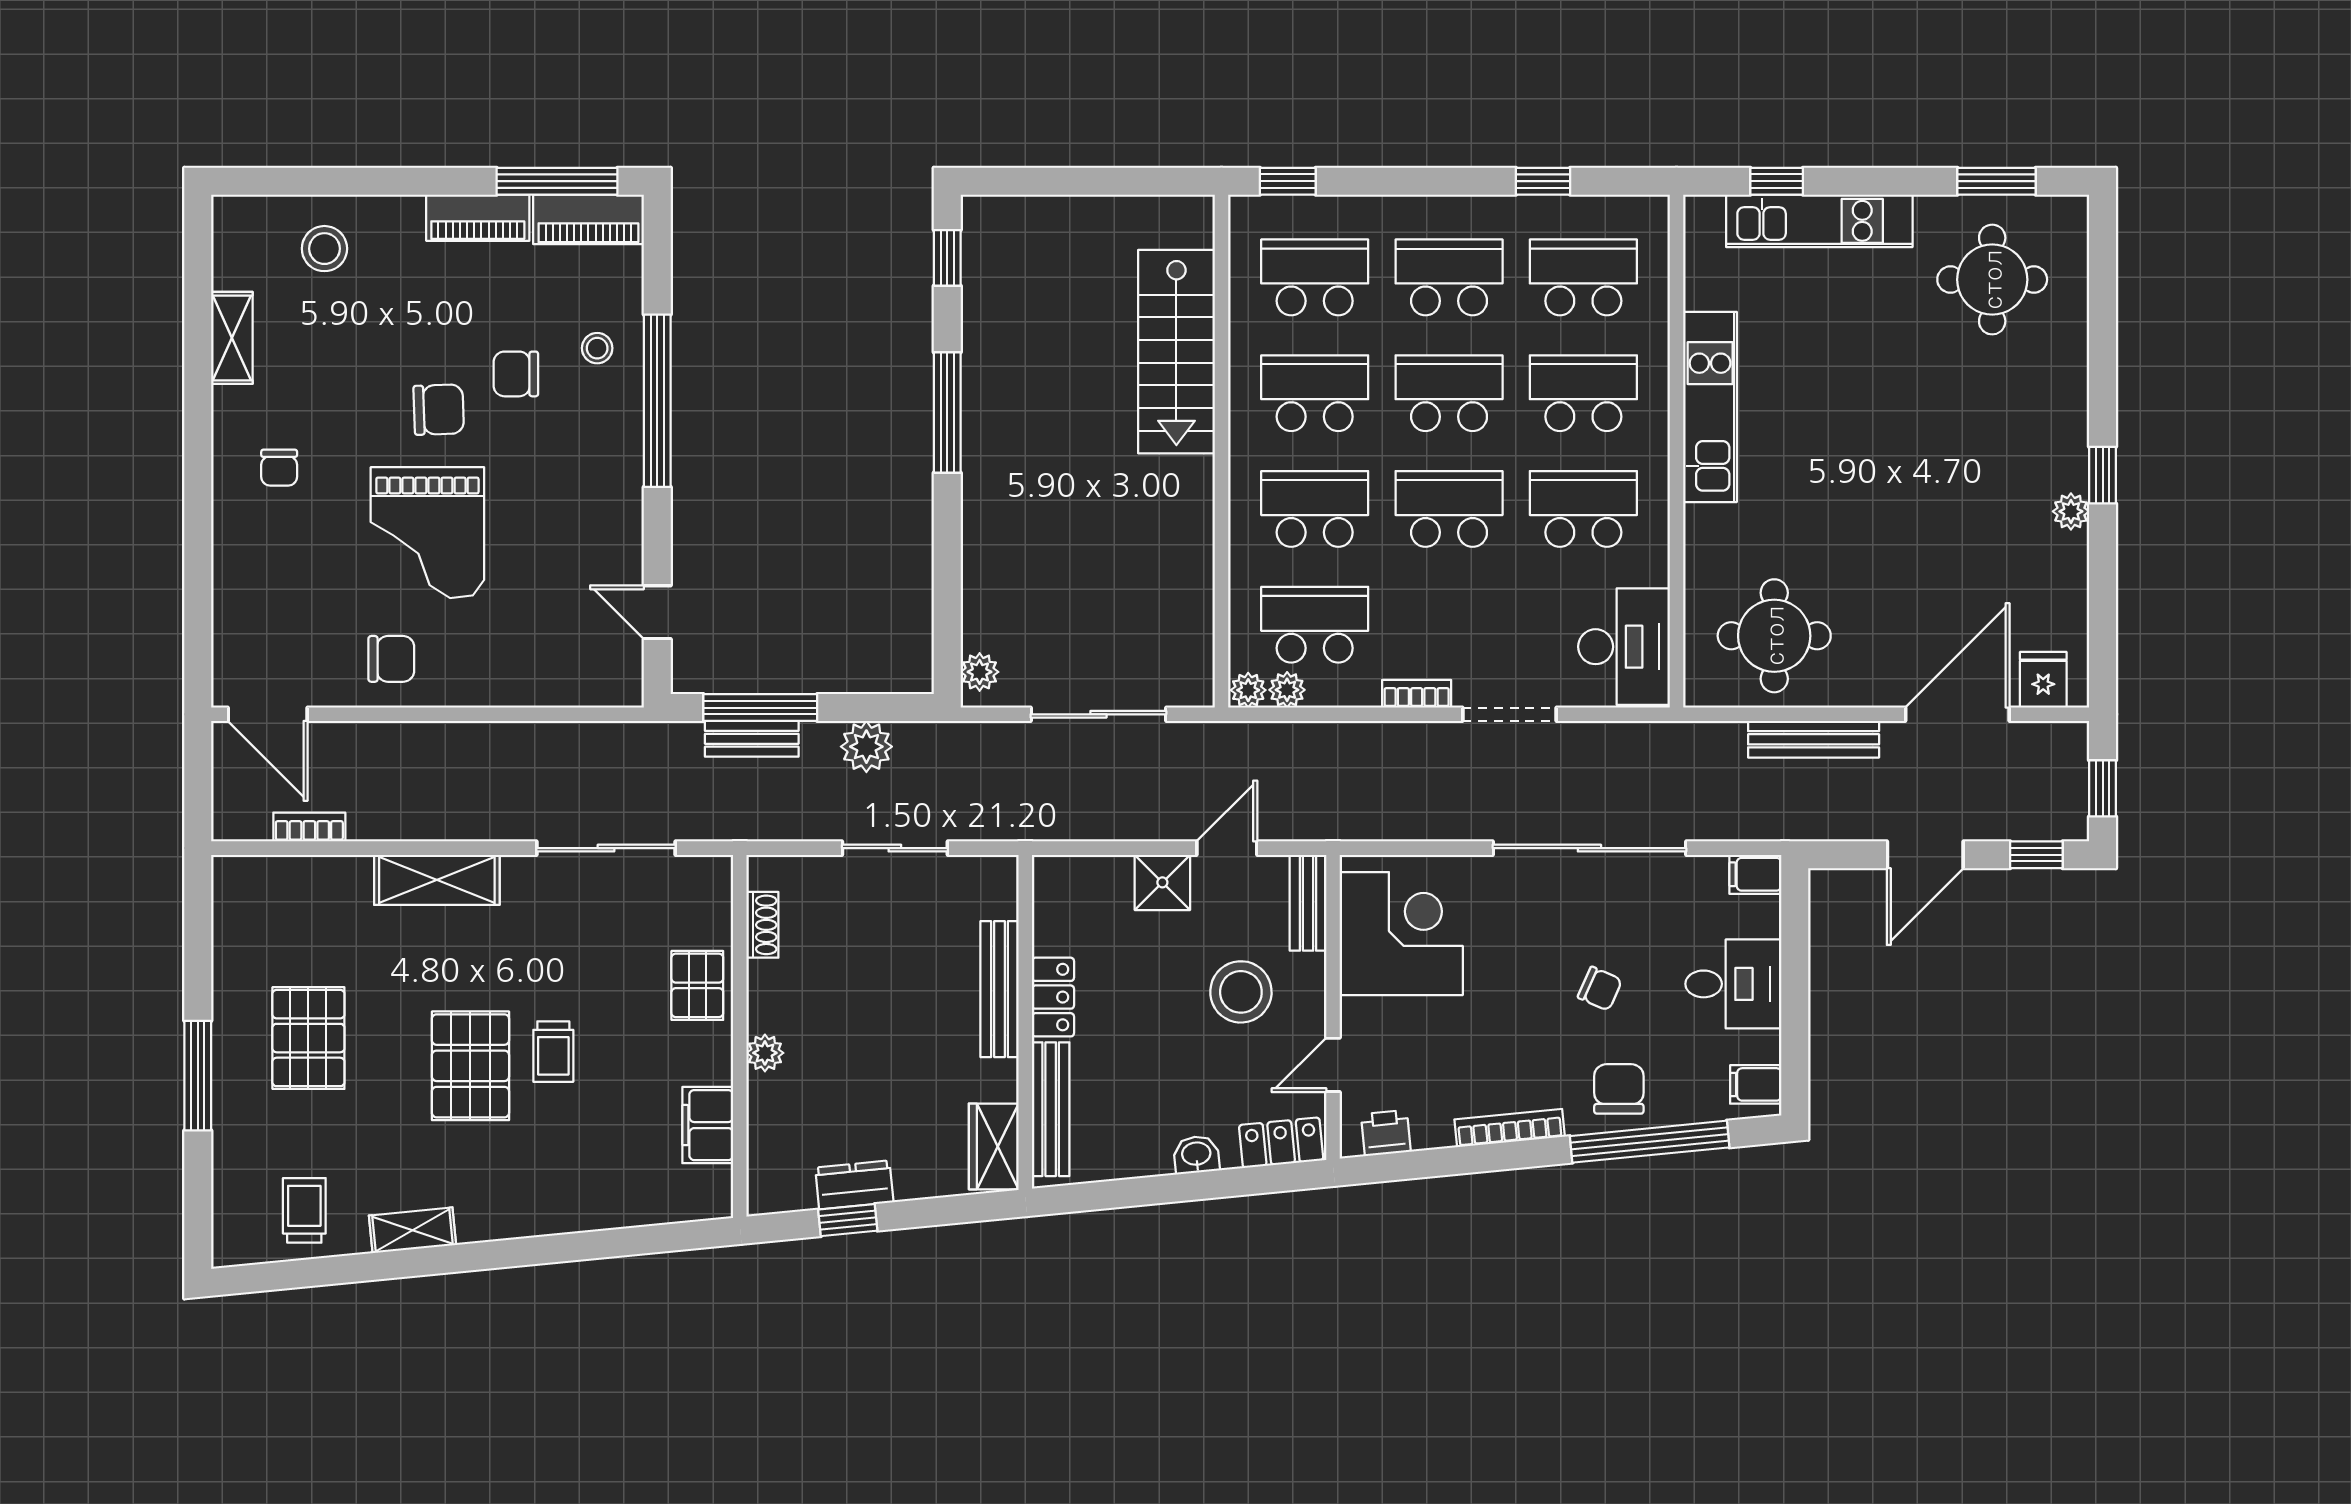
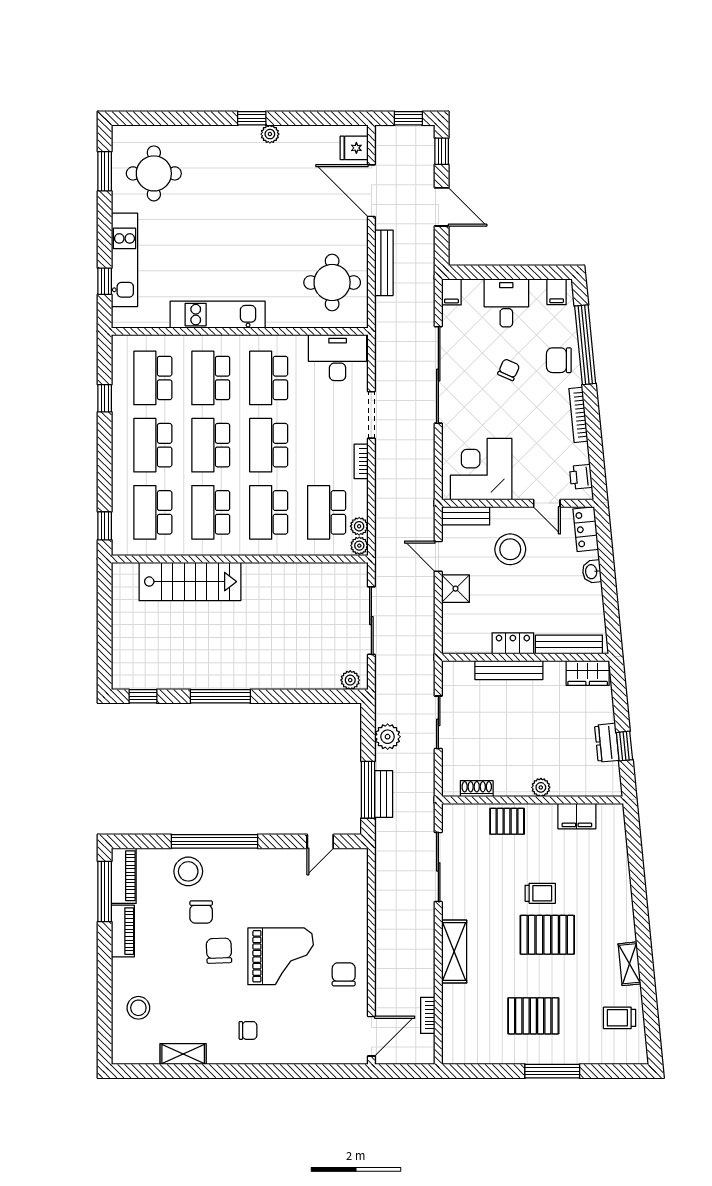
stool: (597, 348) -> (188, 871), width x1.89, depth x1.89

